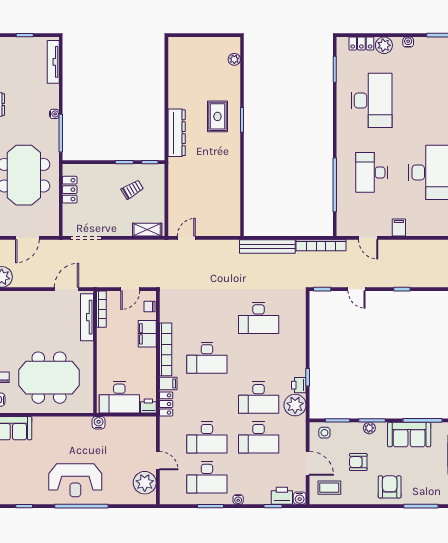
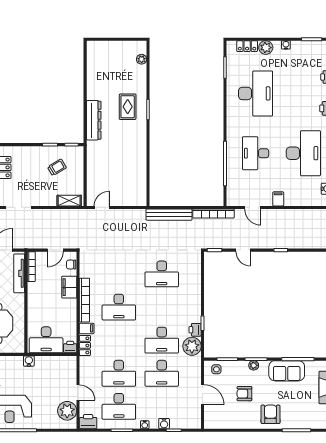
coffee table: (329, 488) -> (220, 415), removed
printer: (282, 496) -> (88, 422), moved
water cooler: (300, 498) -> (164, 424), moved

